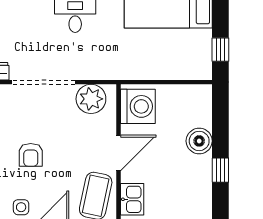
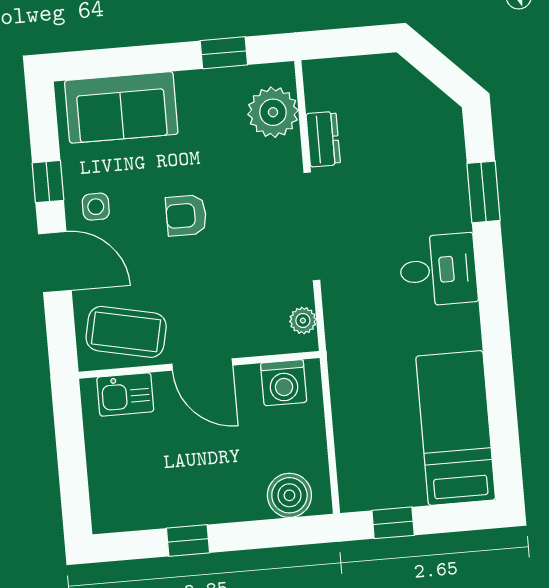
plant: (91, 99) -> (303, 320), width x0.53, depth x0.53
washing machine: (138, 106) -> (284, 383), width x0.73, depth x0.73
boiler: (199, 141) -> (289, 495), moved

